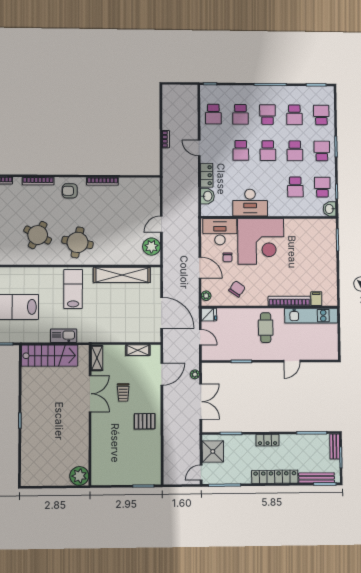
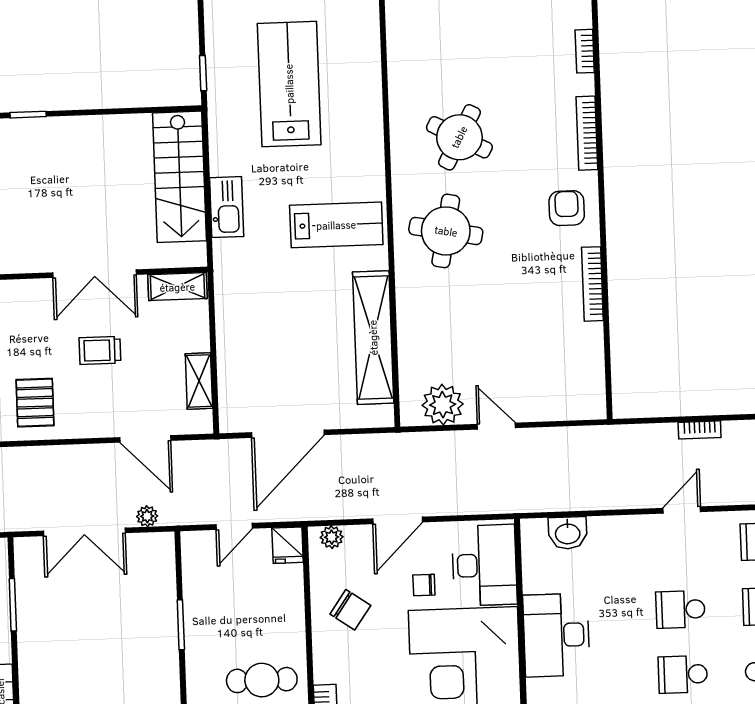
locker: (207, 175) -> (617, 530), removed

